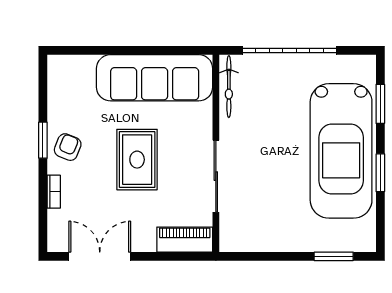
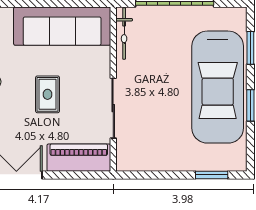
rug: (137, 160) -> (48, 94), width x0.73, depth x0.70
piano: (185, 240) -> (79, 158), width x1.37, depth x1.33

